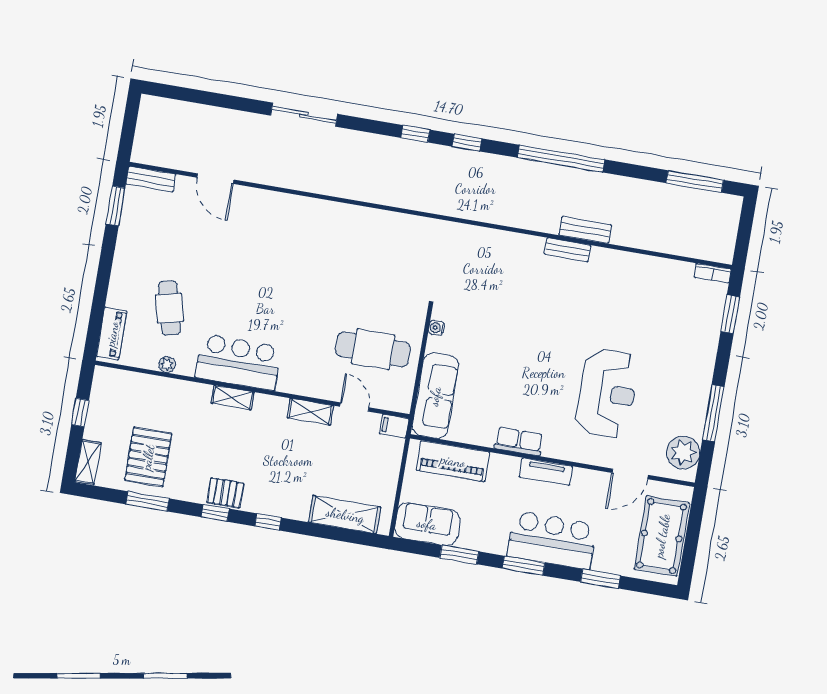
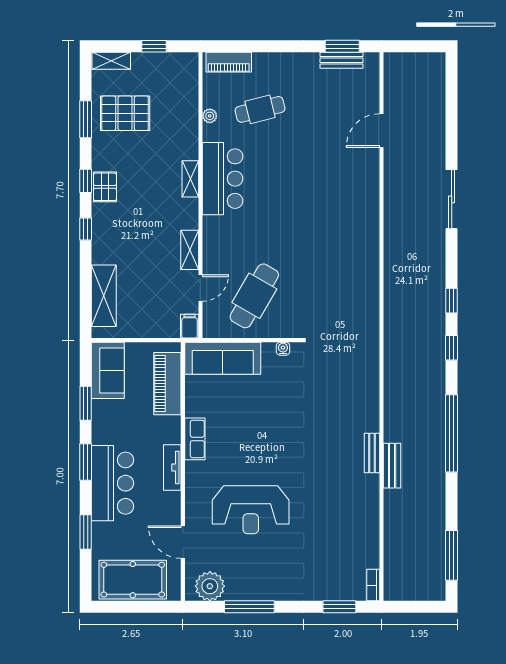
bench: (151, 179) -> (341, 60), moved, turned 90
cafe table: (373, 349) -> (254, 296), turned 30

